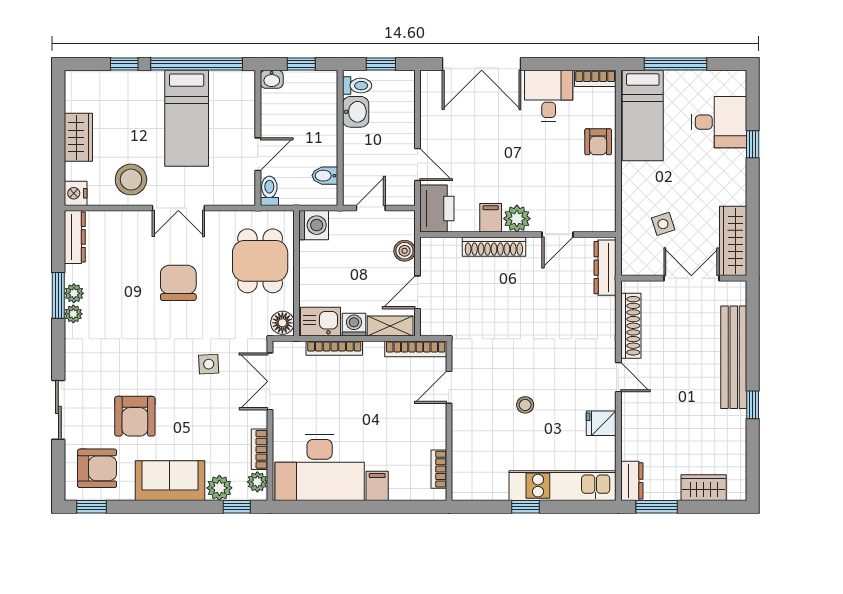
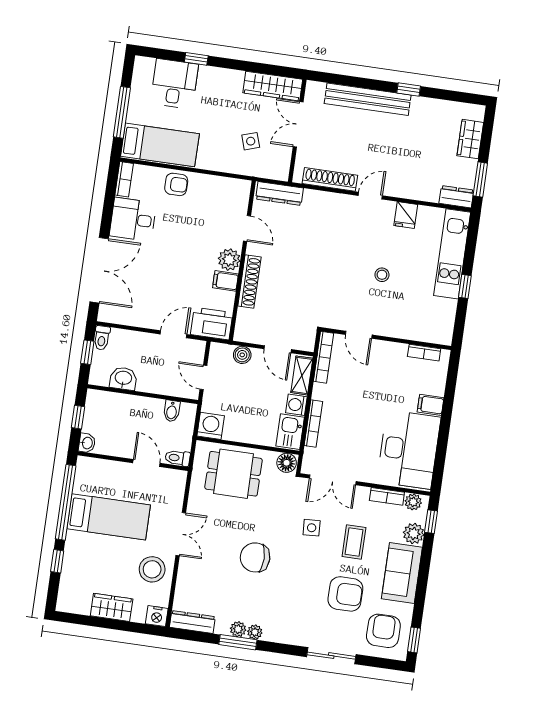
toilet: (357, 86) -> (102, 338), moved, turned 180
chair: (178, 283) -> (255, 557), moved
coffee table: (199, 418) -> (354, 542), added

